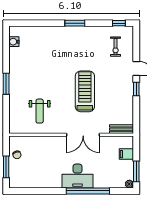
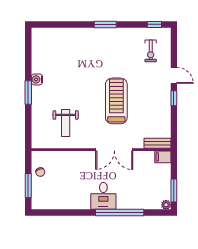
water cooler: (14, 42) -> (37, 79), moved
filing cabinet: (126, 154) -> (163, 157), moved
desk: (77, 176) -> (103, 196), width x0.73

